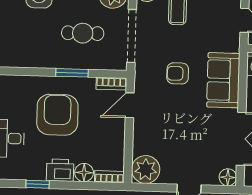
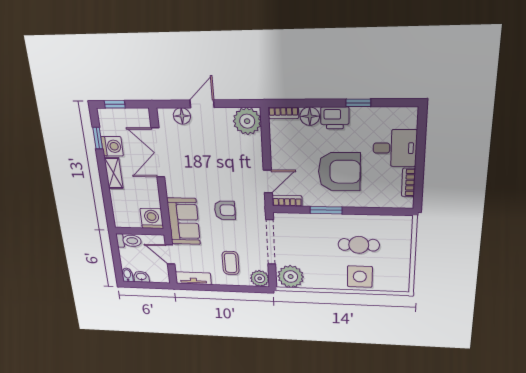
cafe table: (83, 33) -> (359, 245), moved
sofa: (223, 80) -> (184, 221), moved
armchair: (57, 115) -> (339, 172), turned -90
floor lamp: (228, 177) -> (182, 116), moved

